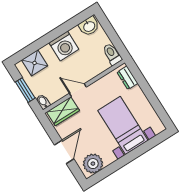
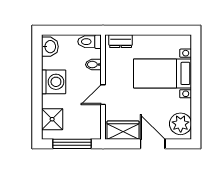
window: (25, 90) -> (72, 144), width x1.44
bidet: (43, 102) -> (93, 65), moved
wardrobe: (63, 111) -> (123, 130), moved, turned -90

